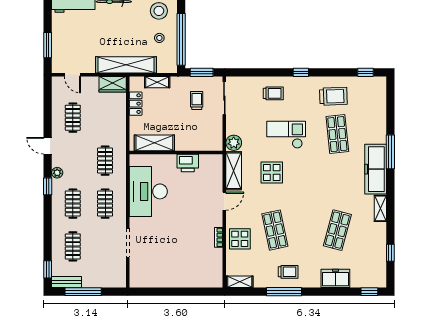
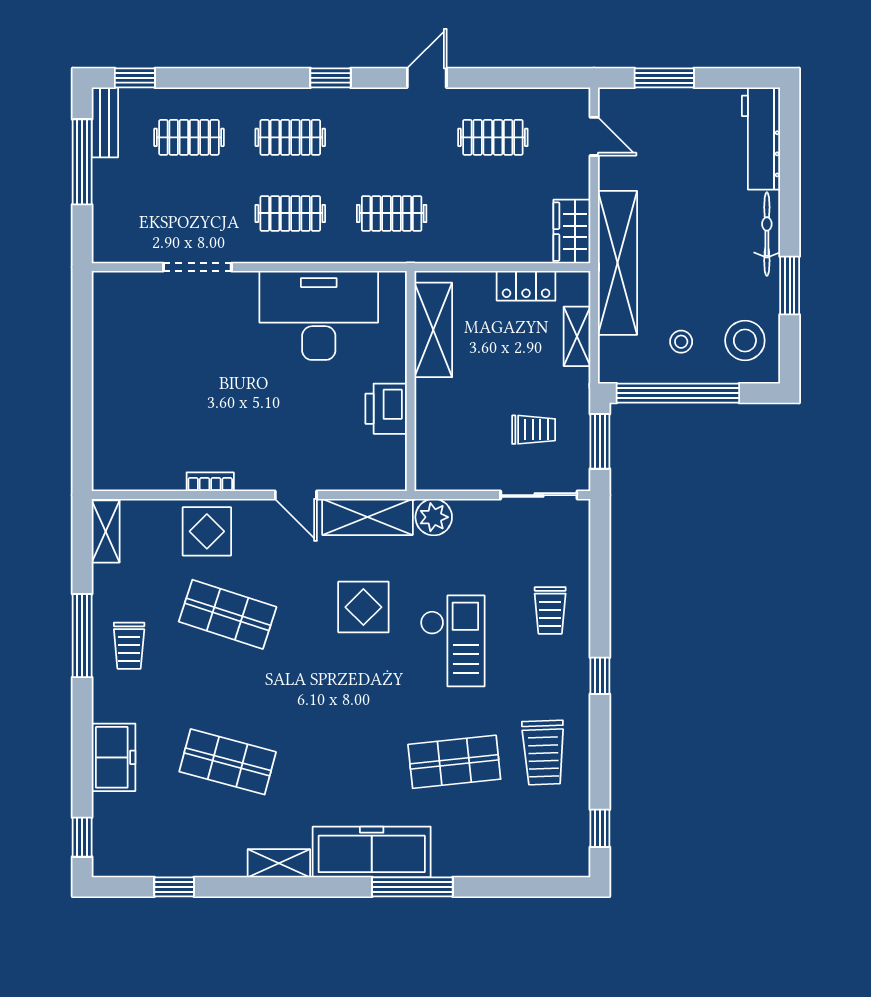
door: (72, 75) -> (594, 136), swing flipped
plant: (57, 173) -> (363, 100), removed
shop shelf: (275, 230) -> (228, 614), turned 30

